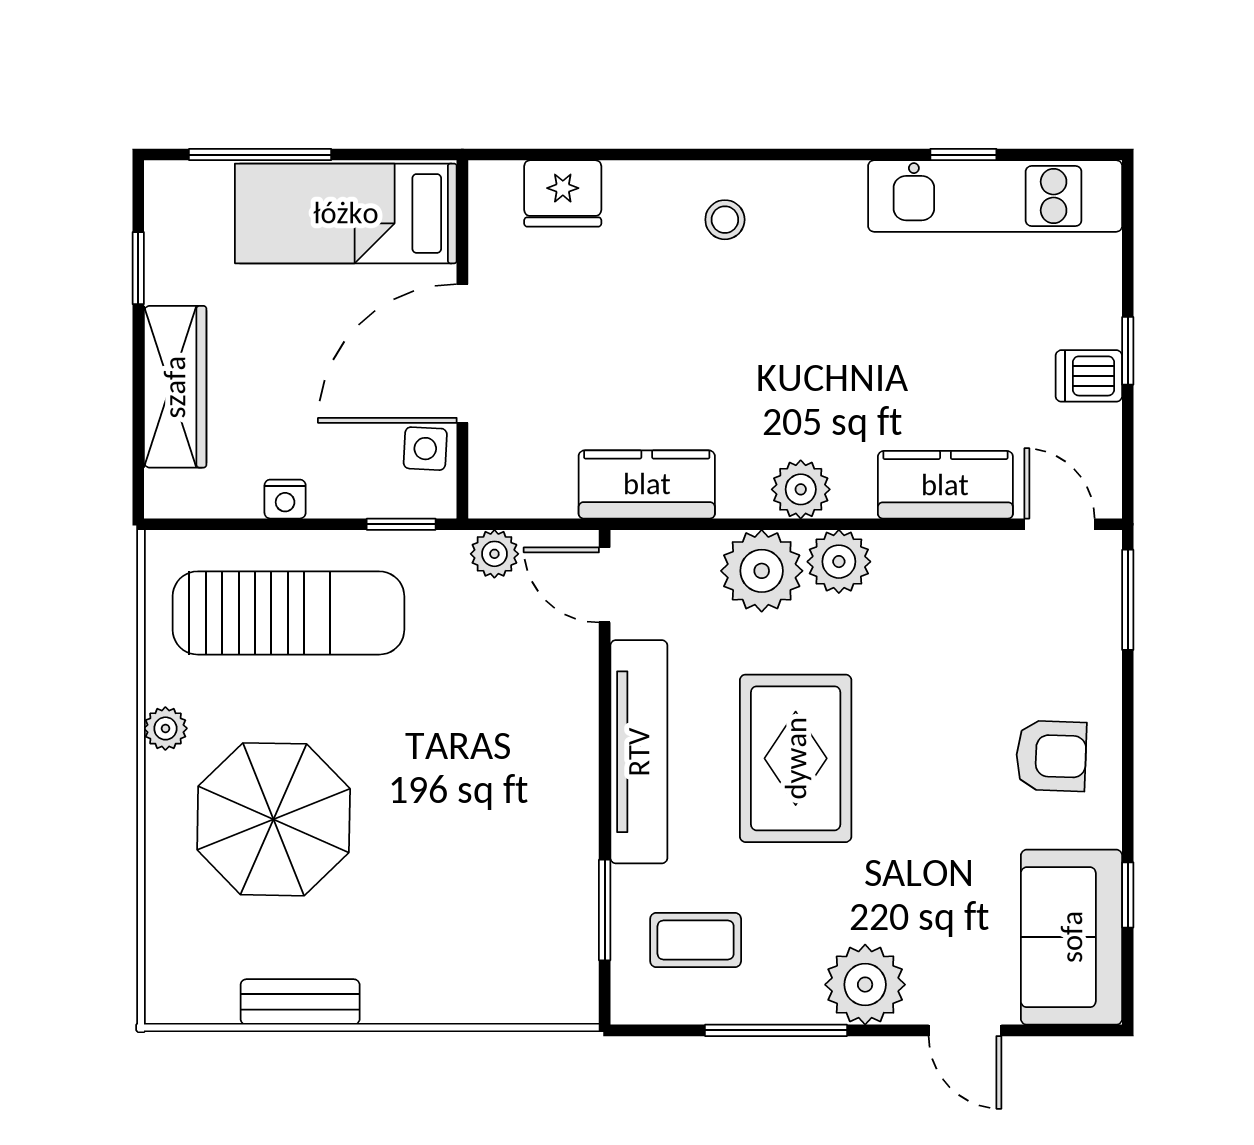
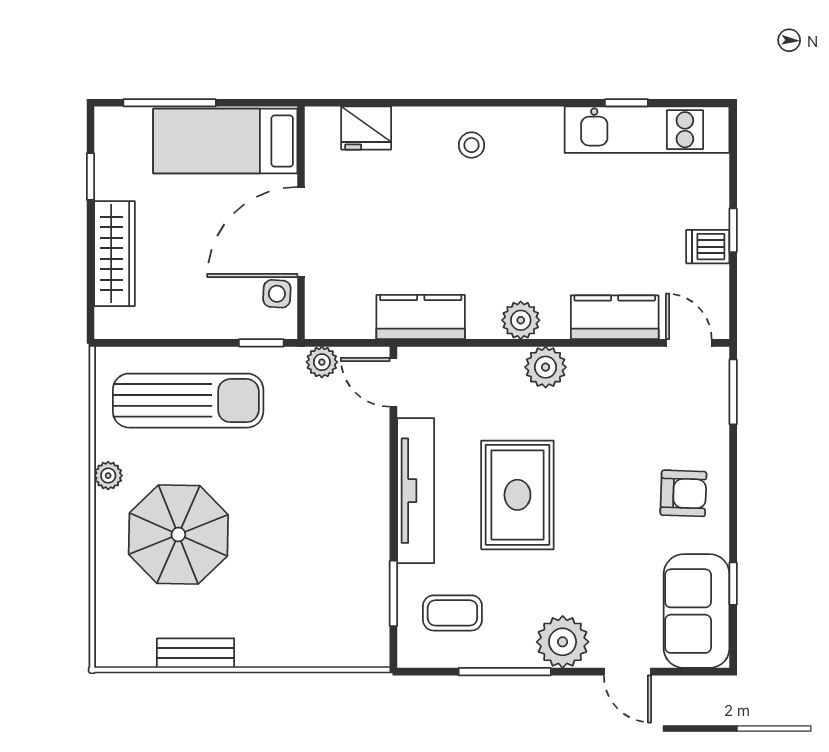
nightstand: (285, 499) -> (186, 327), removed
plant: (762, 571) -> (495, 373), removed

